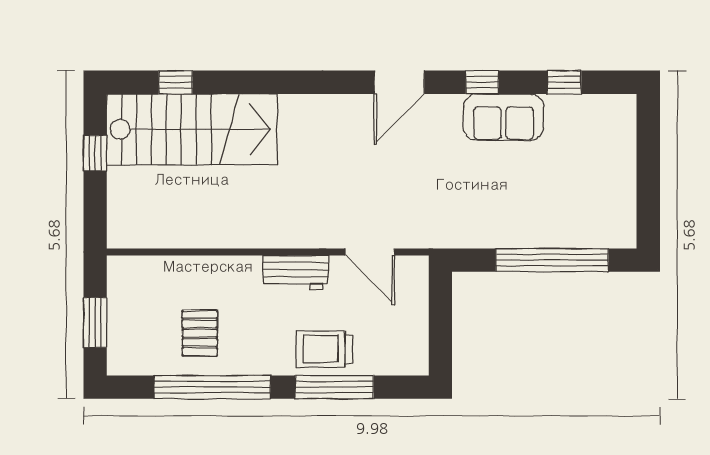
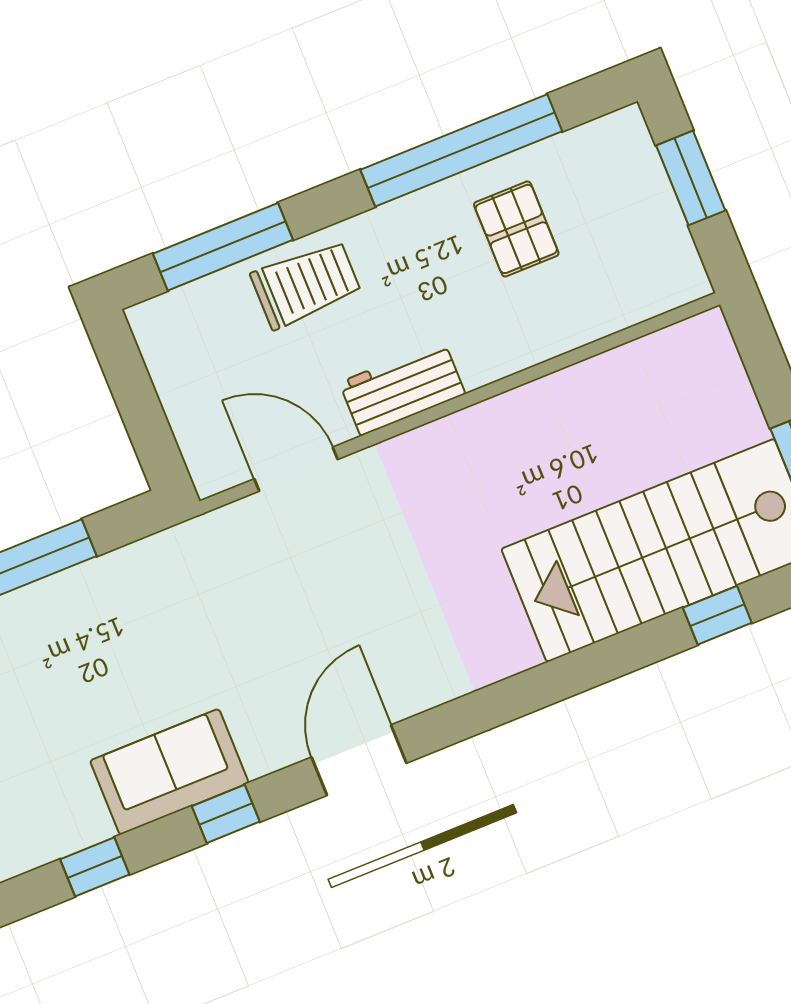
window: (334, 387) -> (223, 247), moved

